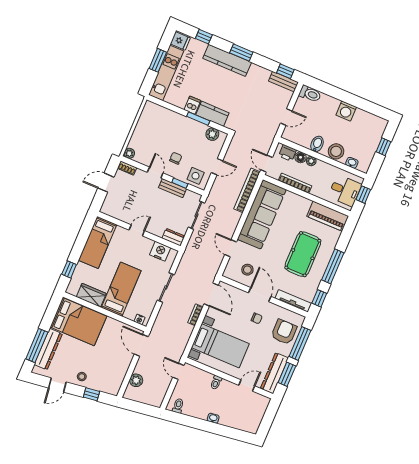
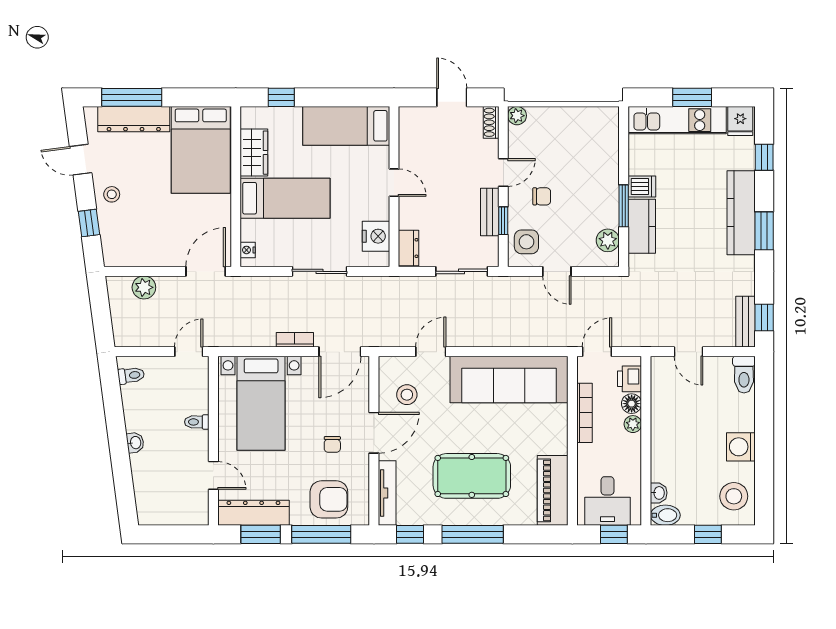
bidet: (317, 144) -> (665, 515), moved
stool: (336, 151) -> (734, 496), moved
bookcase: (247, 190) -> (539, 338), removed

